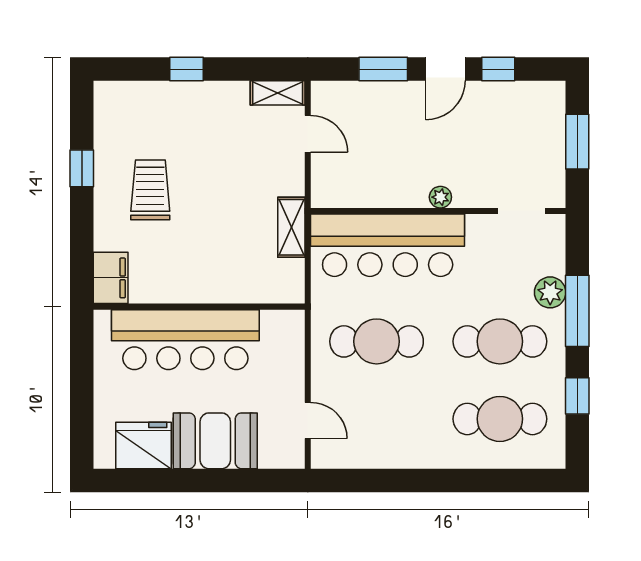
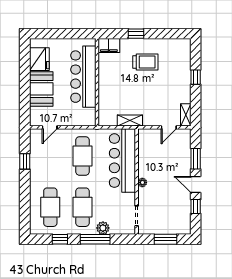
window: (82, 168) -> (136, 34), moved
window: (390, 481) -> (25, 161), added

